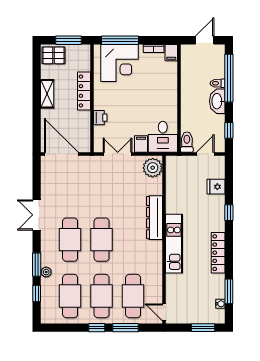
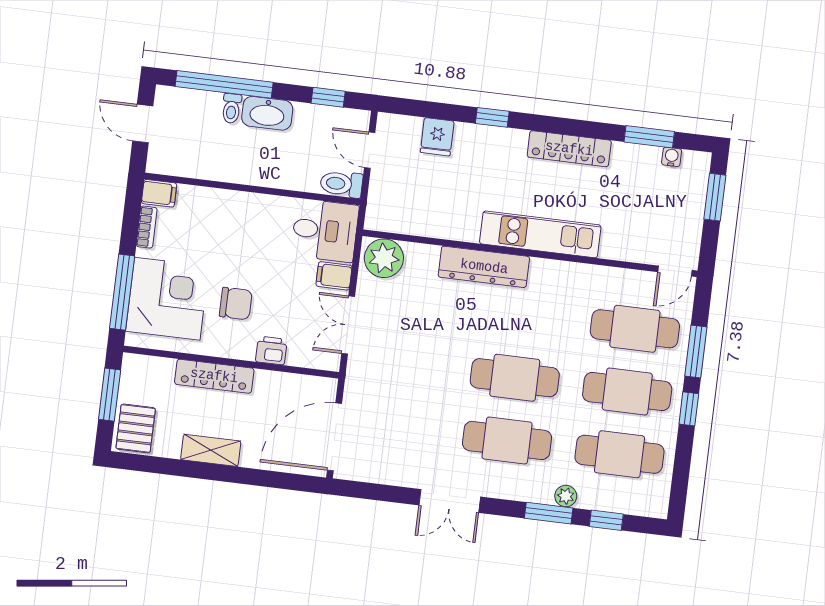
chair: (121, 97) -> (236, 304), added

